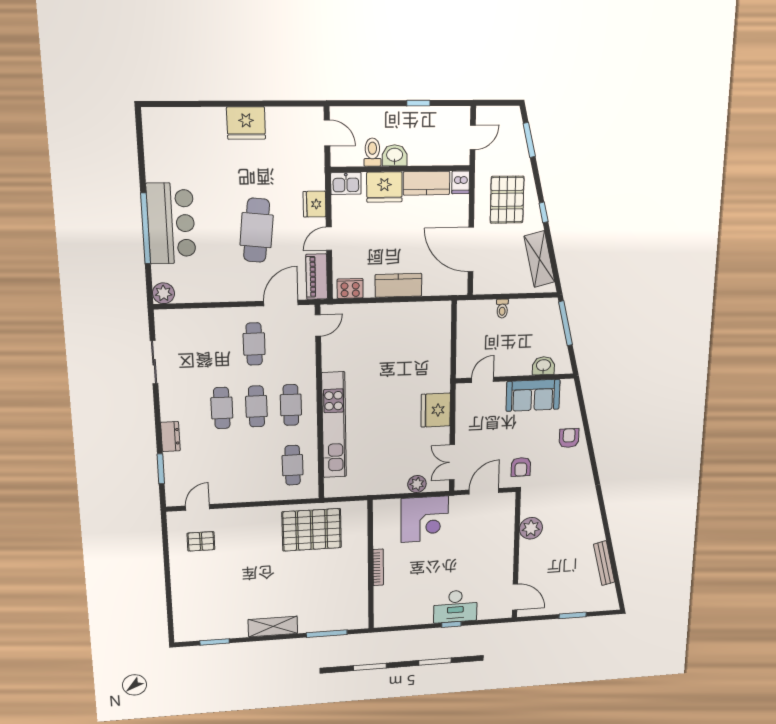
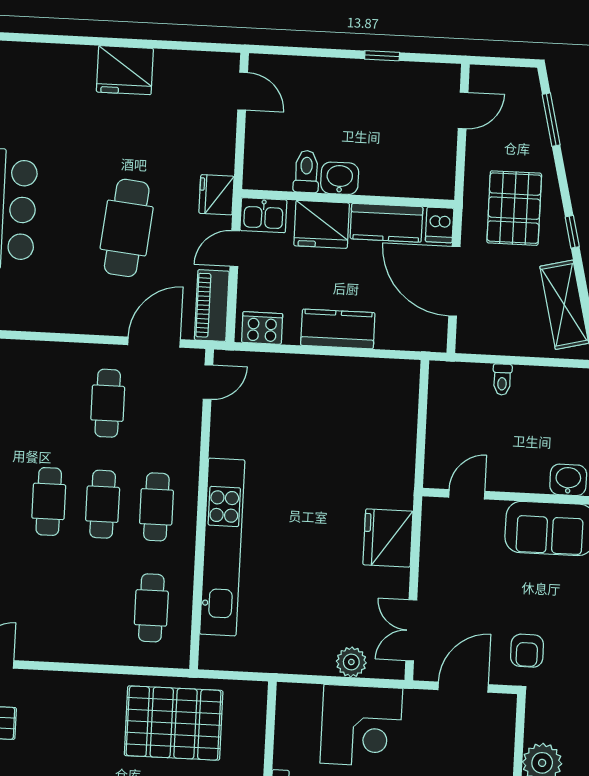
toilet: (372, 152) -> (306, 171), moved
washbasin: (395, 155) -> (340, 178), moved
wall: (401, 169) -> (348, 199), moved
dishwasher: (461, 182) -> (440, 225), moved
kitchen sink: (346, 183) -> (263, 215), moved
kitchen counter: (426, 183) -> (386, 223), moved
fridge: (384, 187) -> (322, 224), moved

